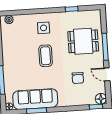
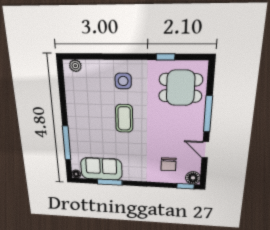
dining table: (83, 41) -> (181, 88), moved
chair: (78, 78) -> (169, 164), moved
sofa: (35, 99) -> (101, 169), width x0.73

